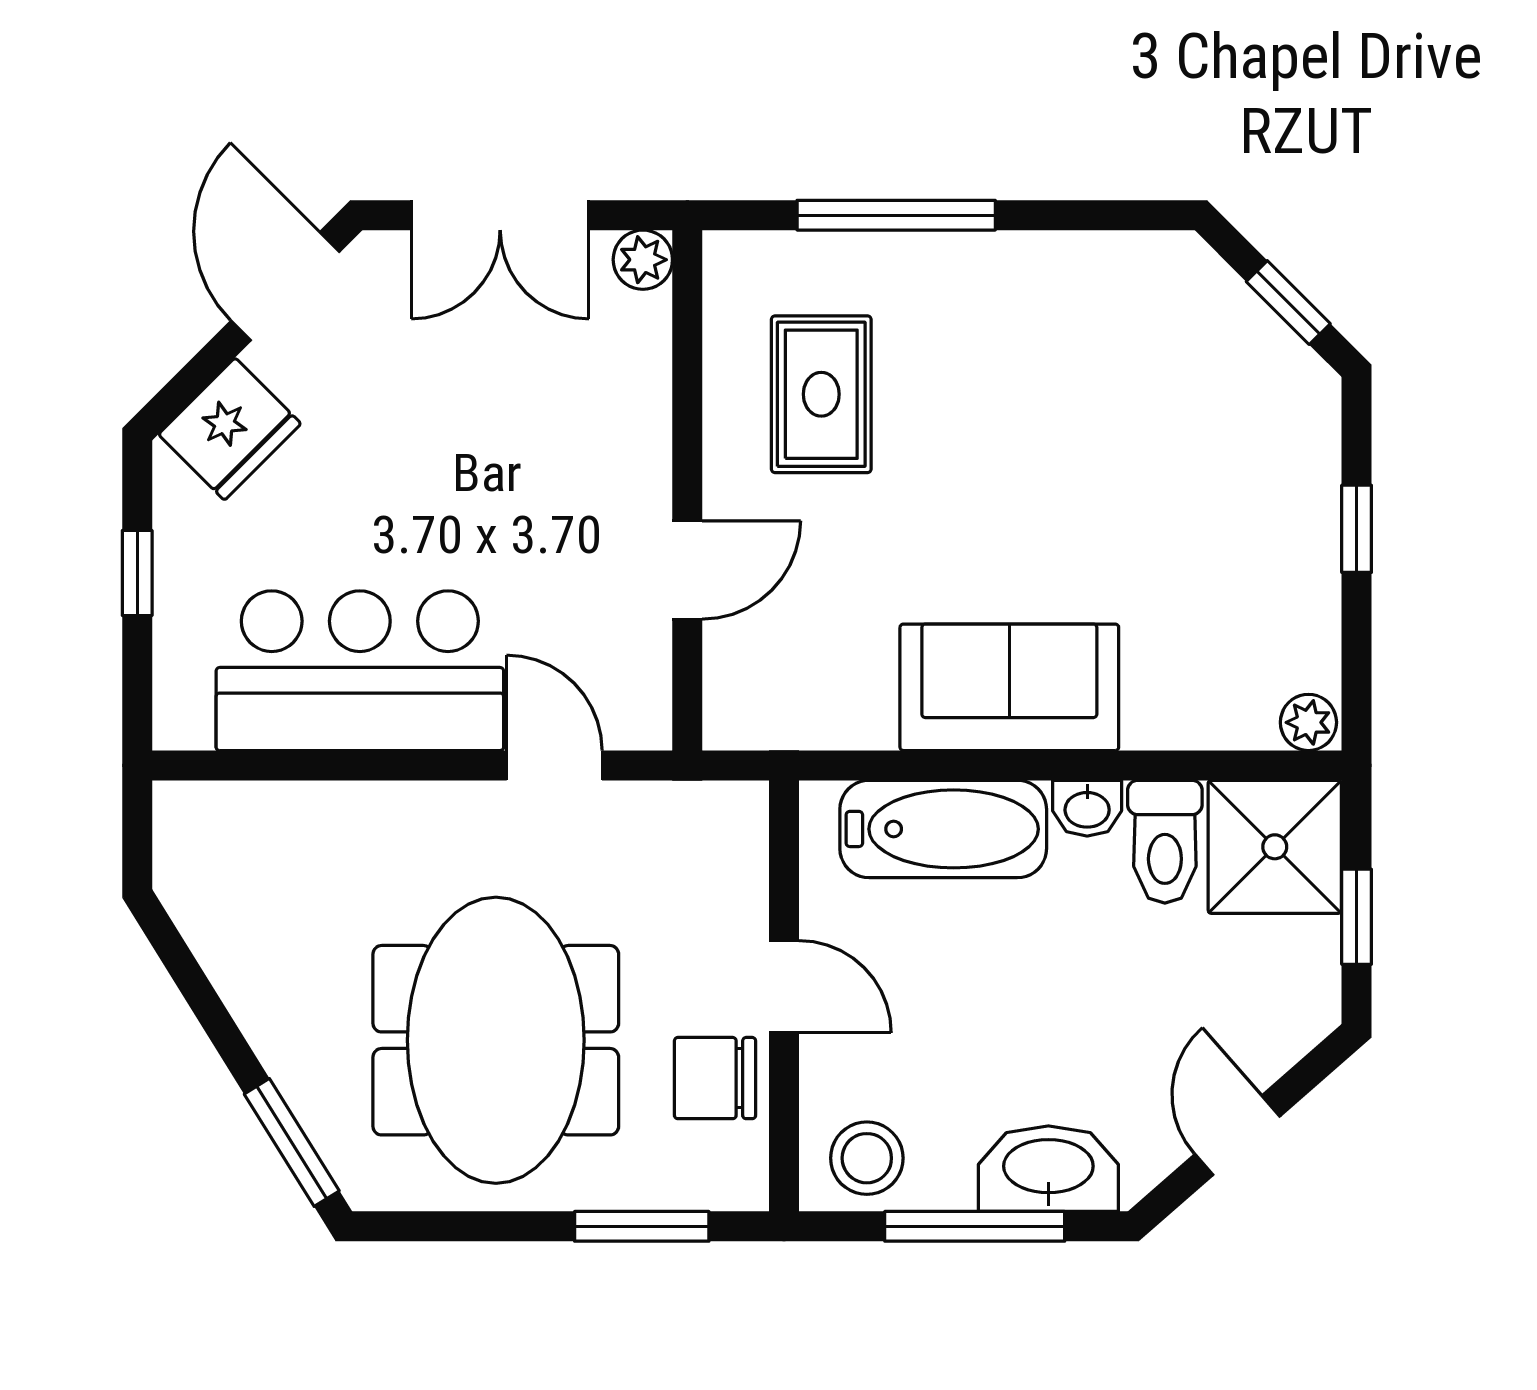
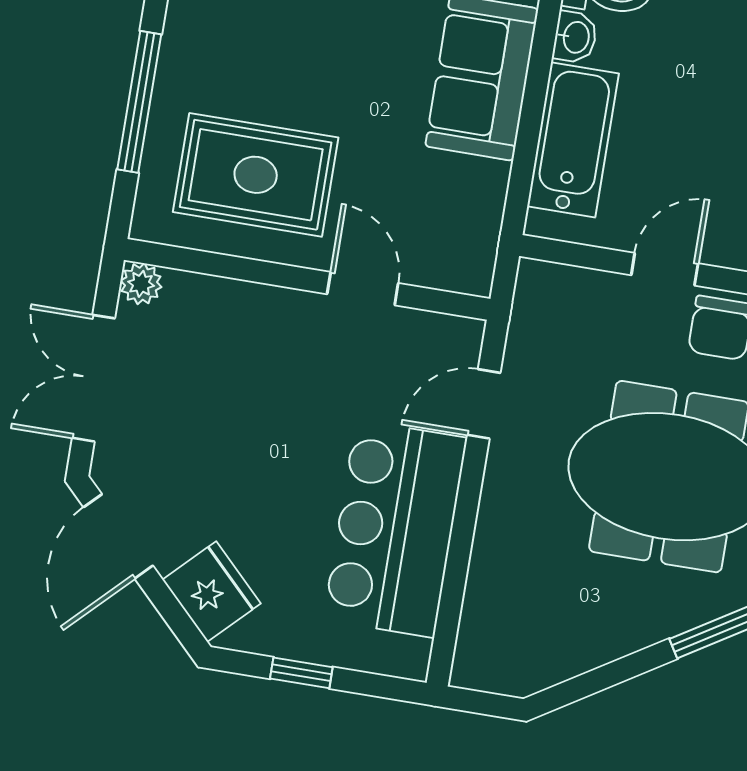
double door: (500, 215) -> (94, 378), swing flipped
door: (285, 286) -> (118, 536), hinge flipped
rug: (821, 394) -> (256, 175), width x1.36, depth x1.43

